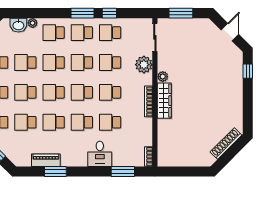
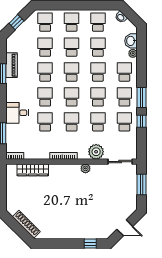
wardrobe: (164, 101) -> (33, 170), moved

